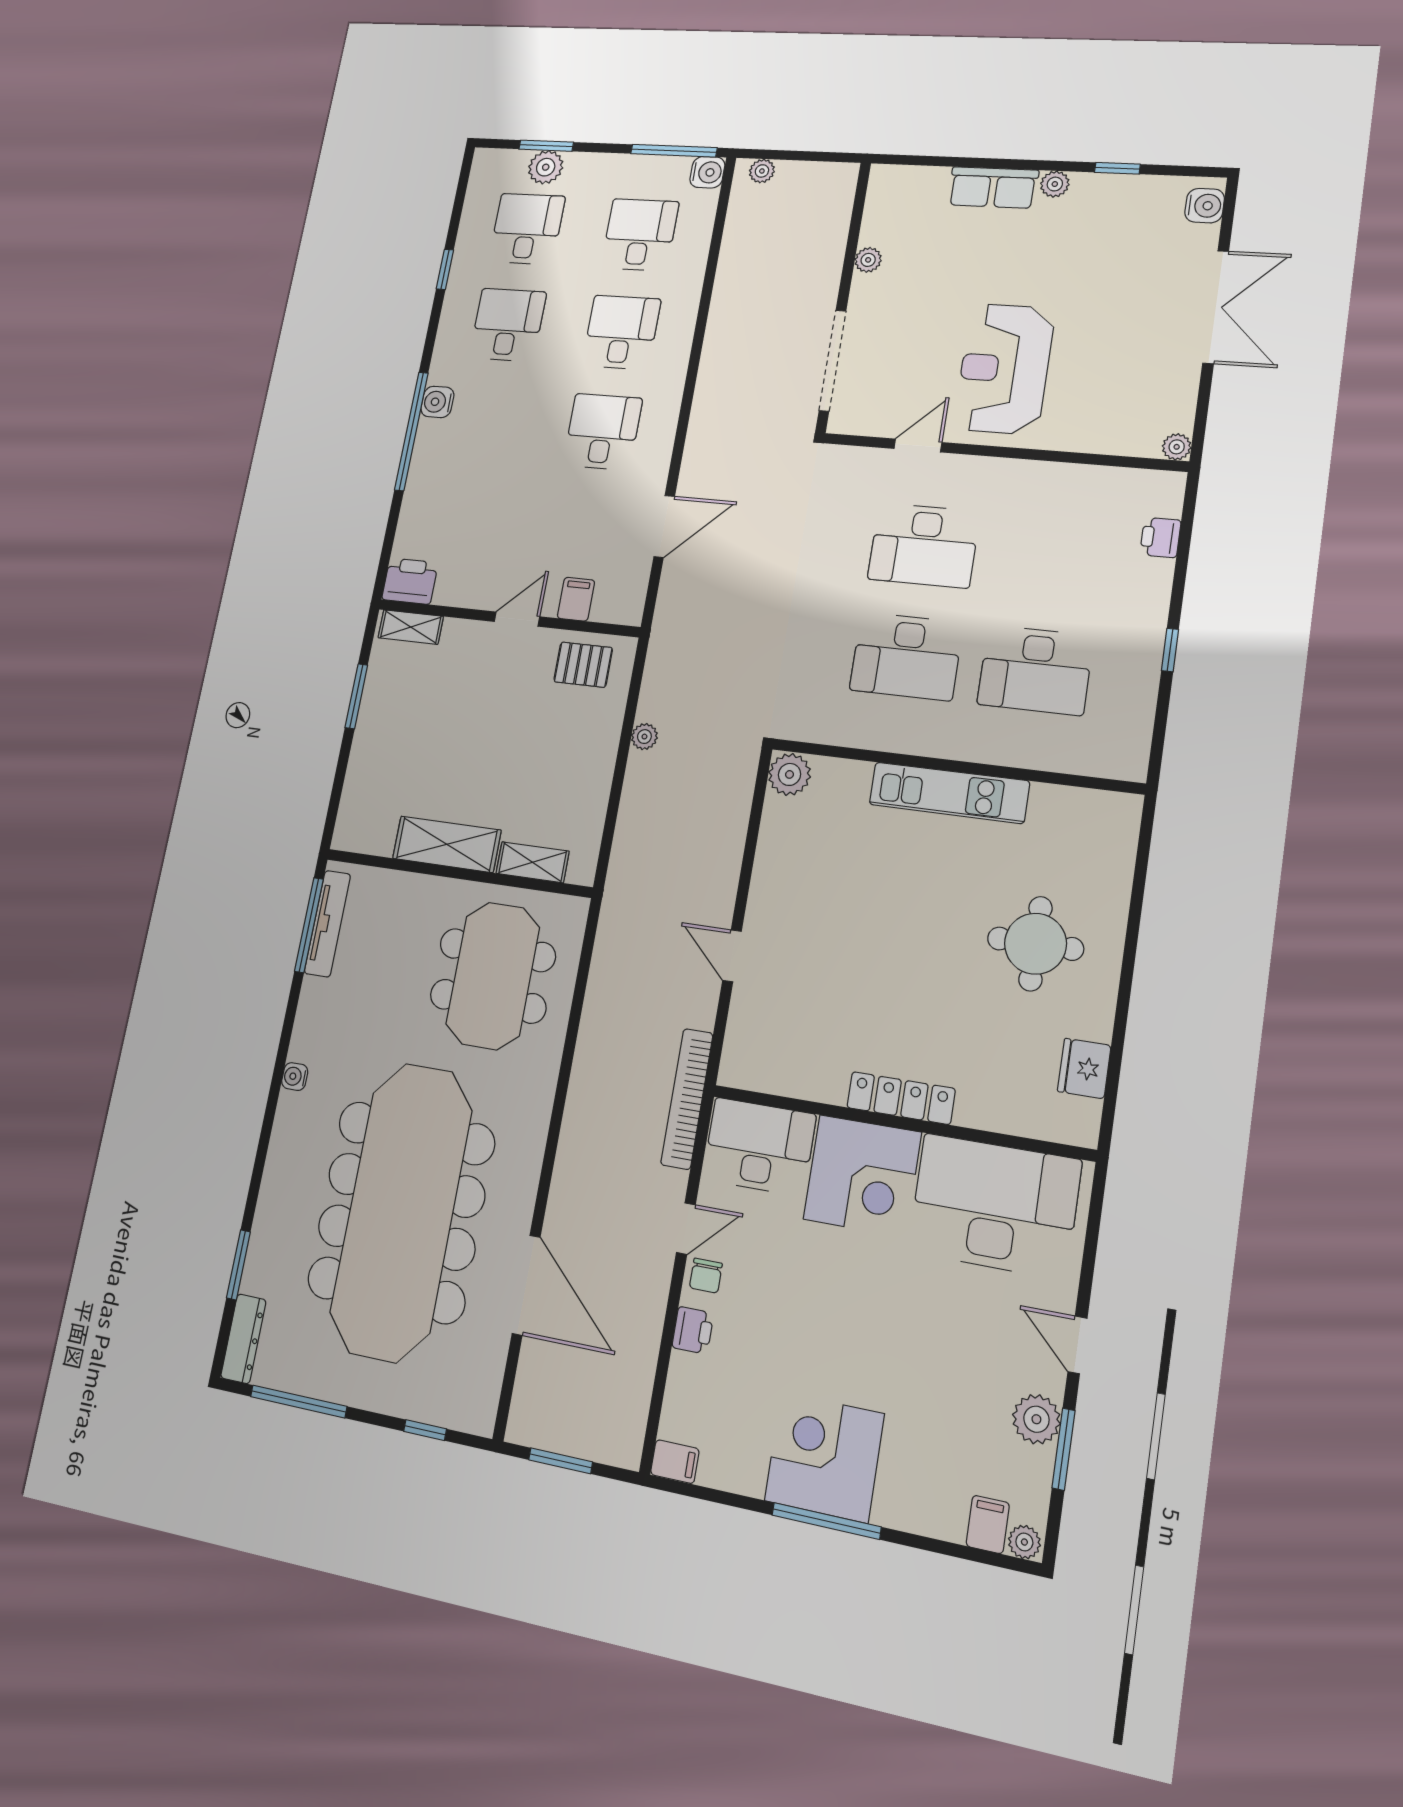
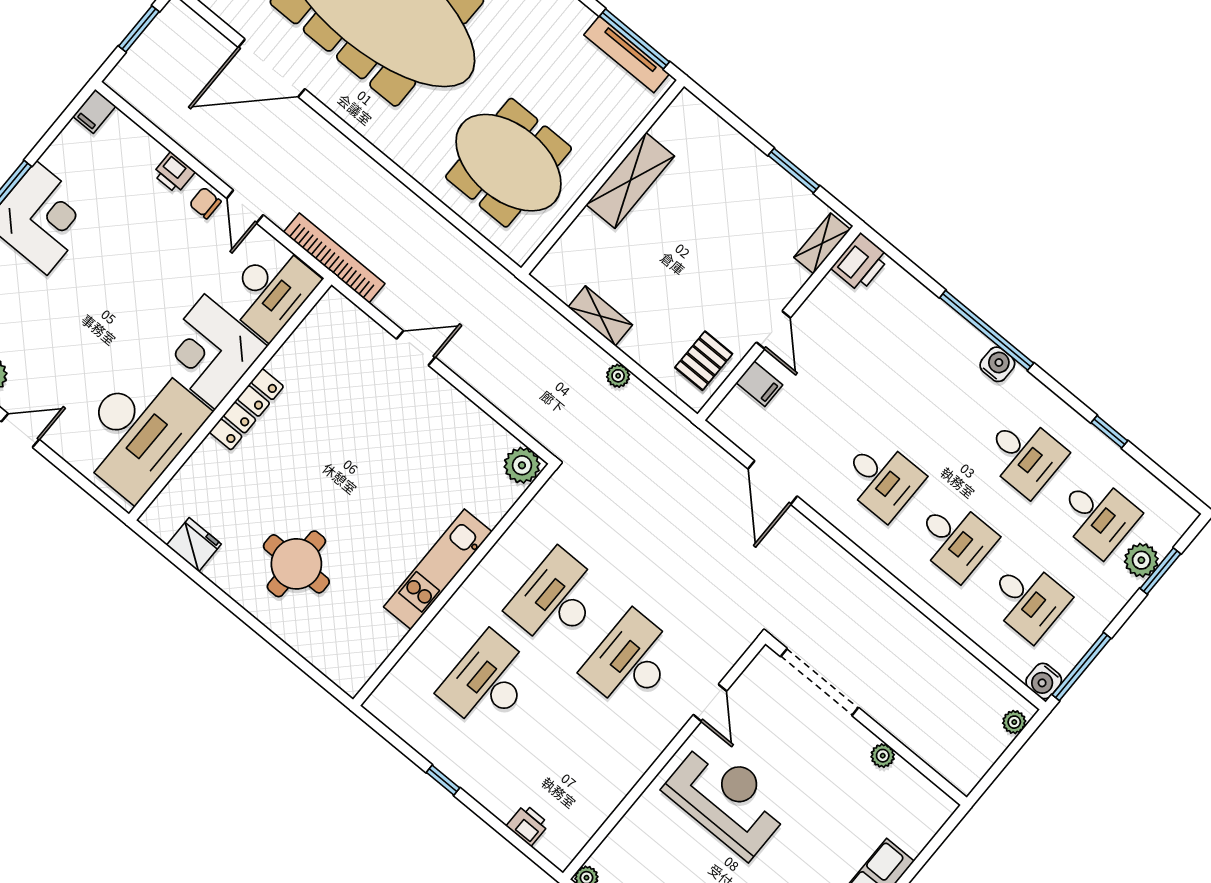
shelving: (533, 862) -> (600, 316), moved, turned 90

